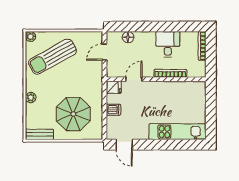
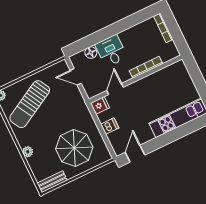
desk: (168, 44) -> (111, 51), moved
door: (104, 52) -> (76, 77), hinge flipped
door: (124, 145) -> (135, 154), swing flipped

